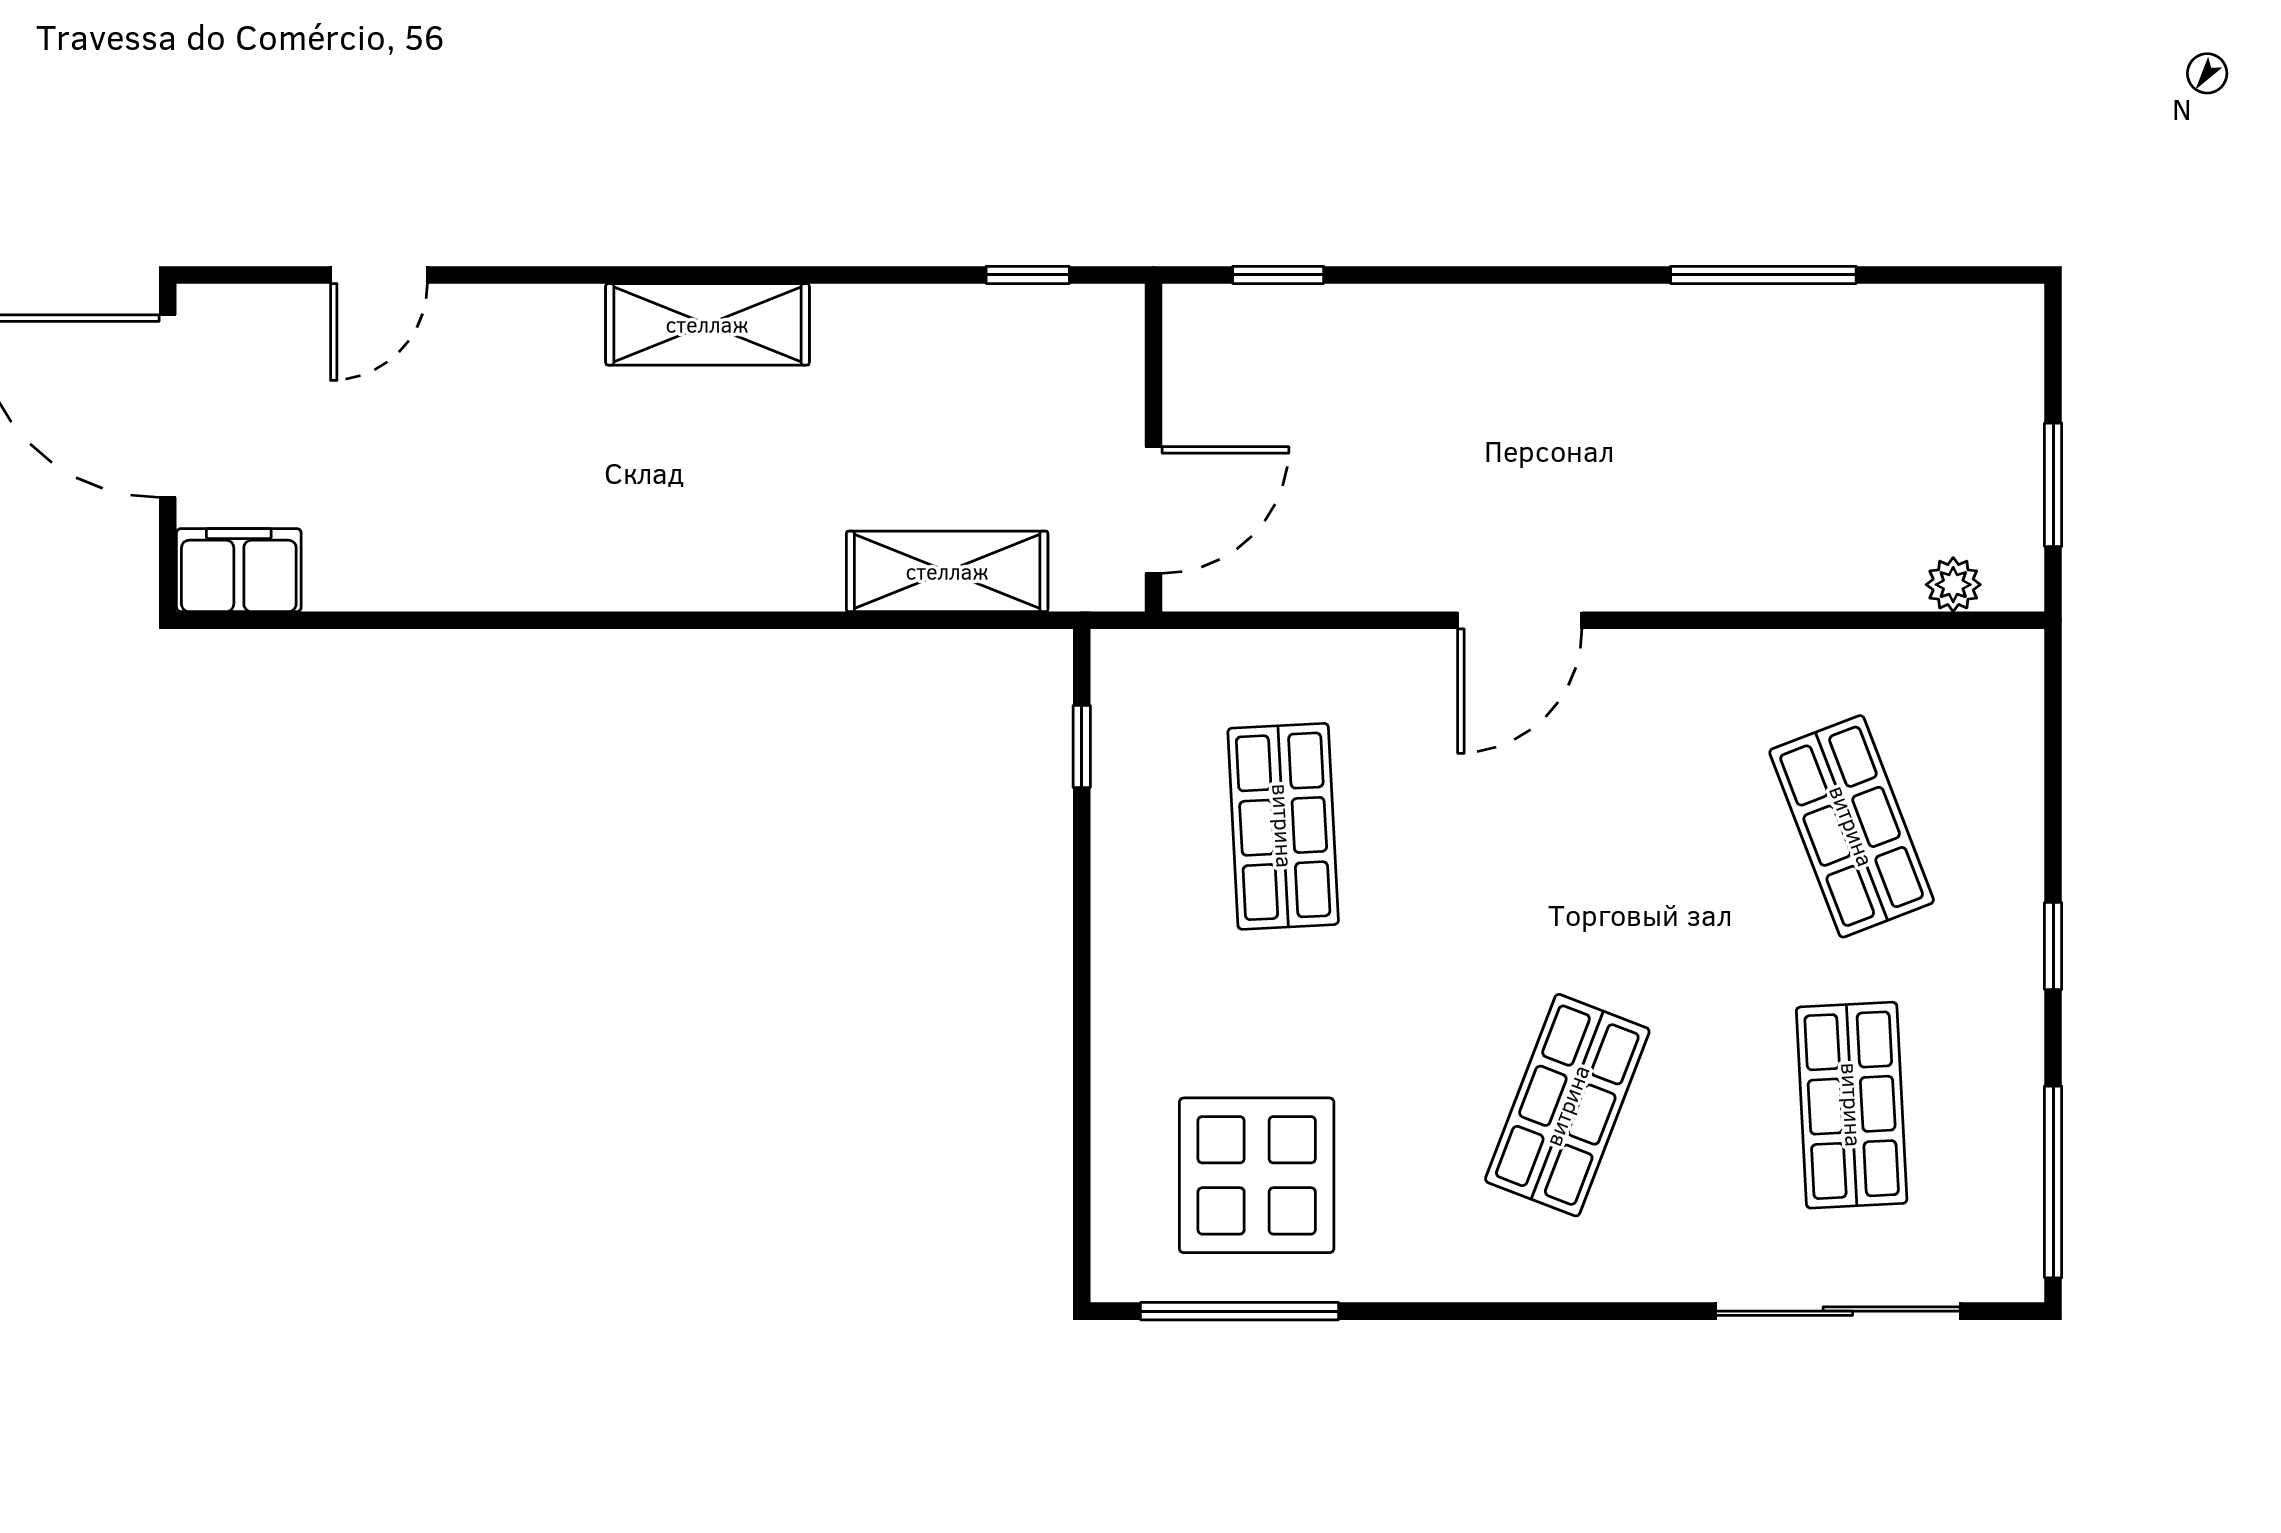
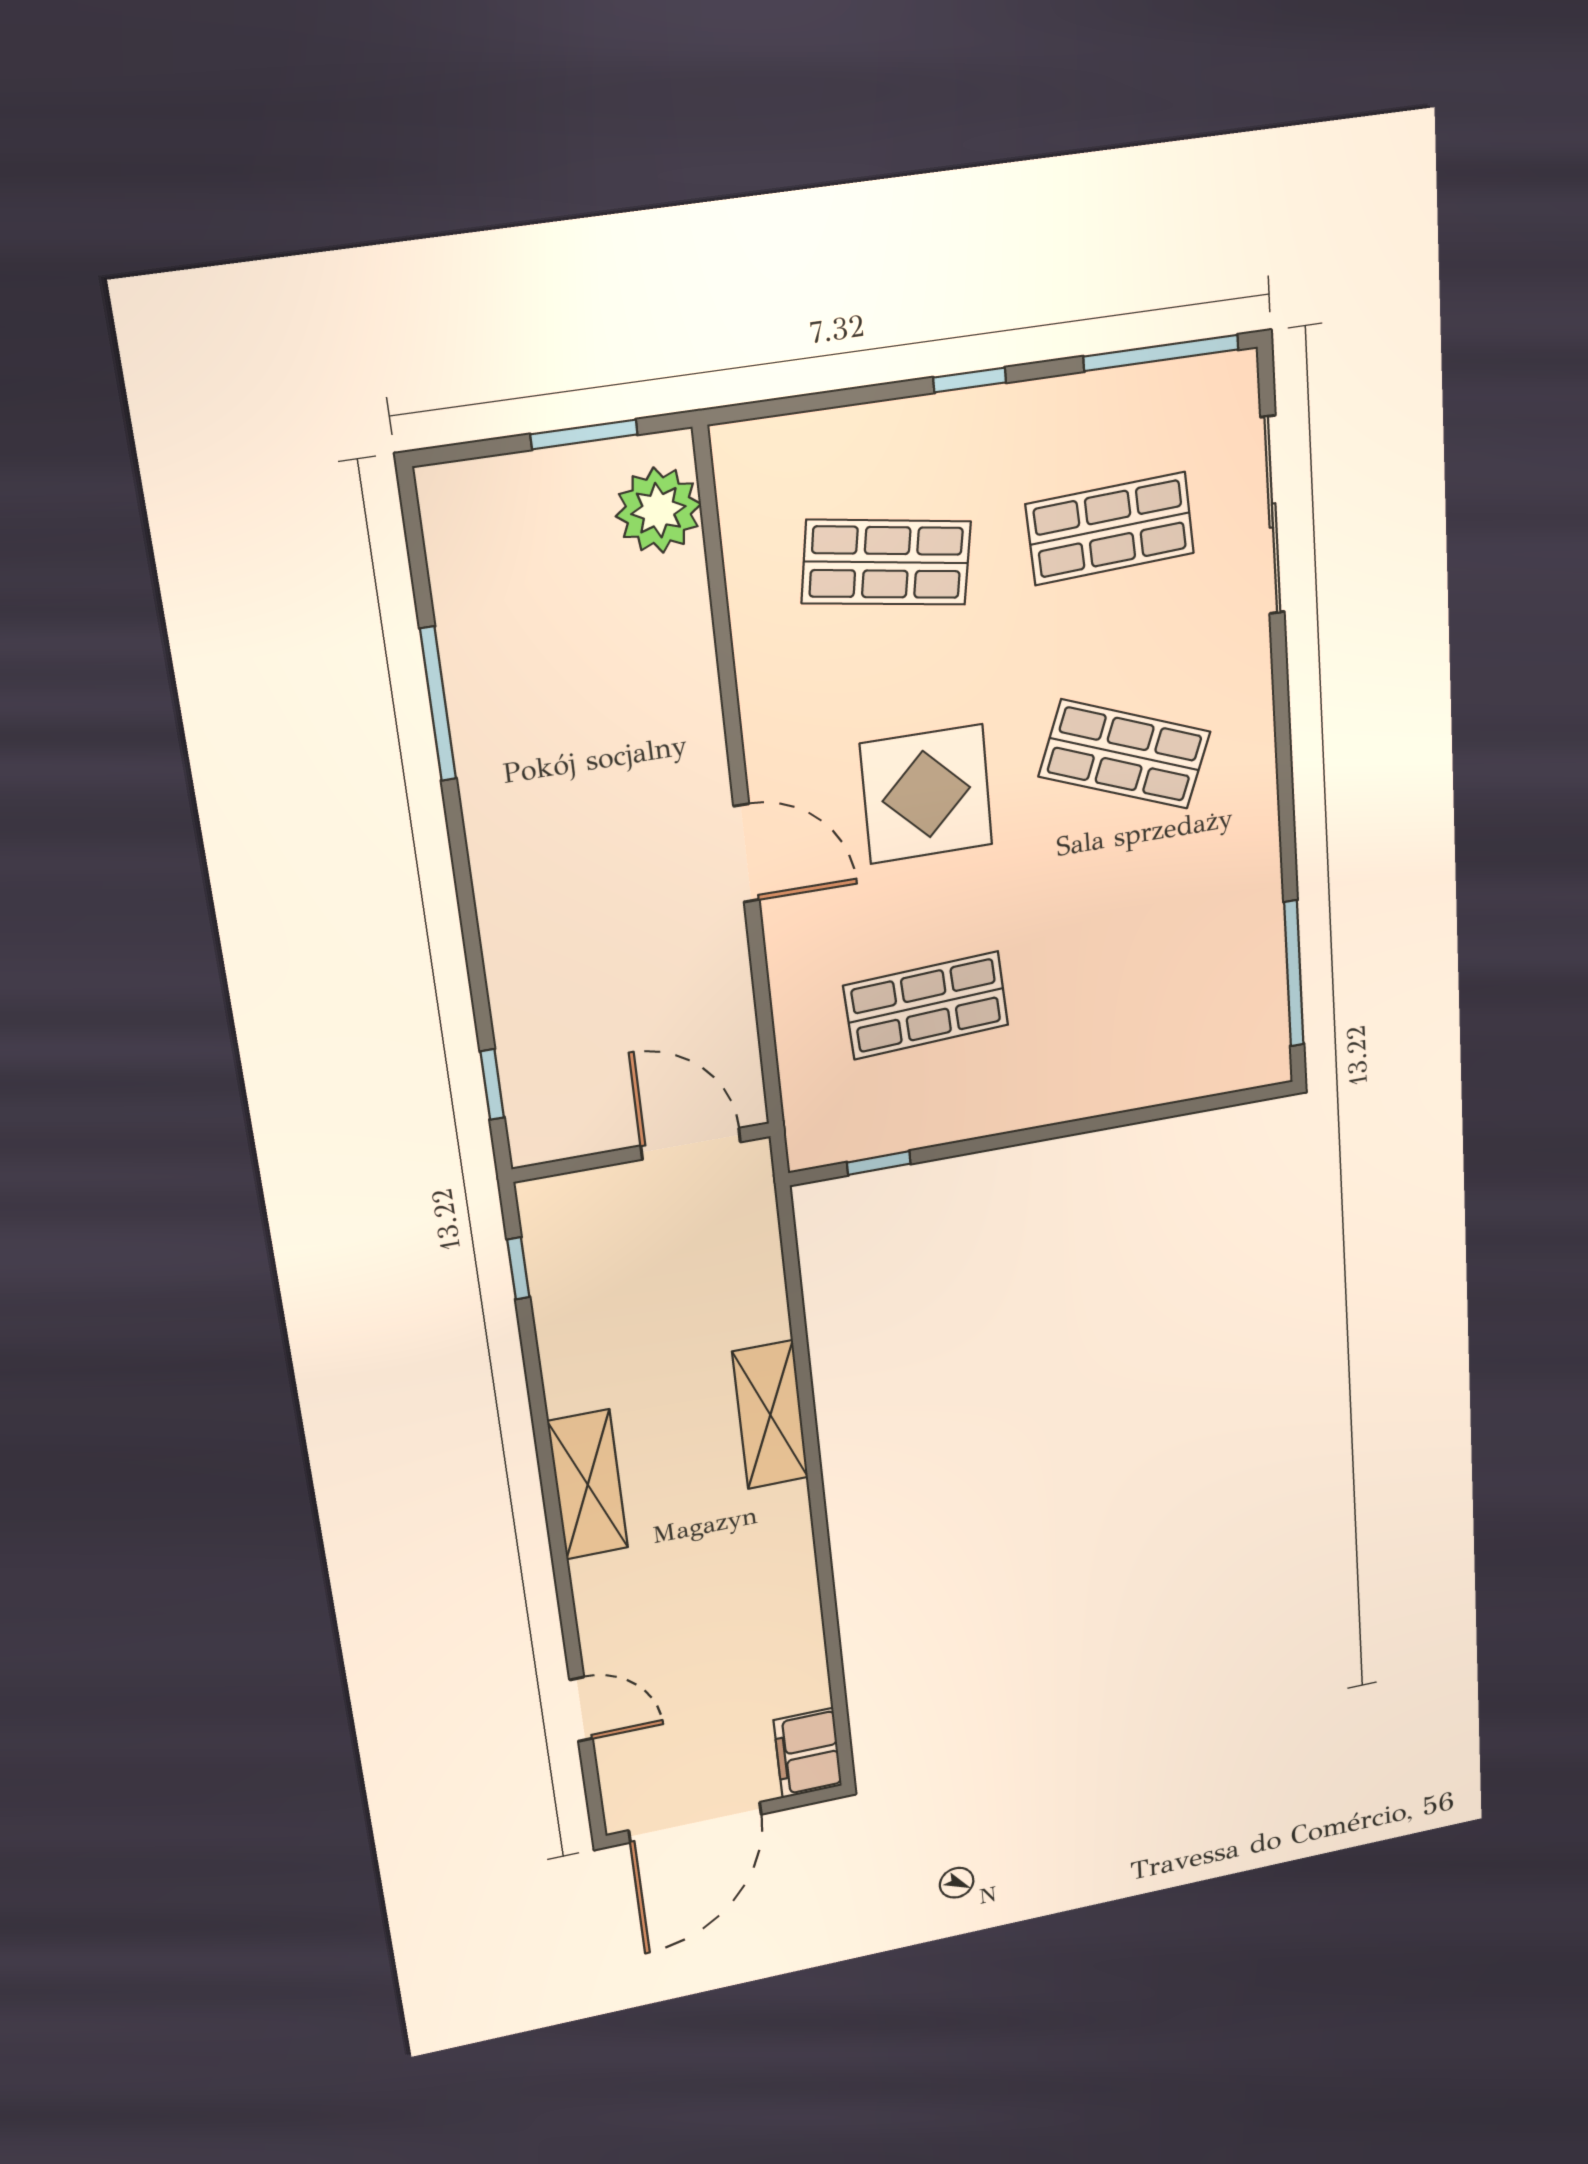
shelving: (947, 571) -> (770, 1415), moved
plant: (1953, 585) -> (658, 510), width x1.87, depth x1.87
shop shelf: (1852, 826) -> (886, 562), turned 30
display table: (1257, 1175) -> (926, 794), moved

